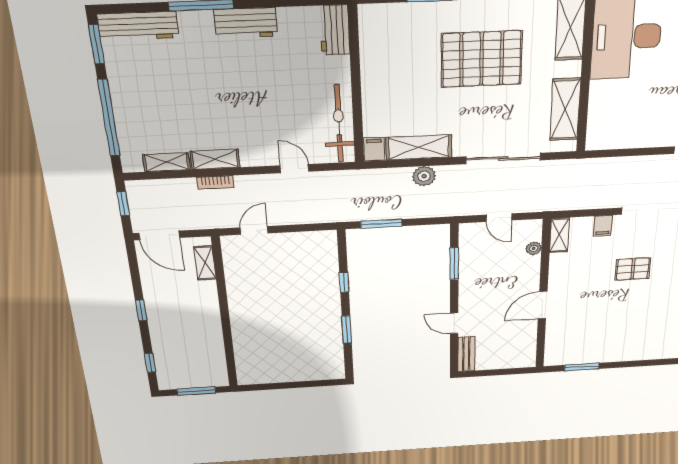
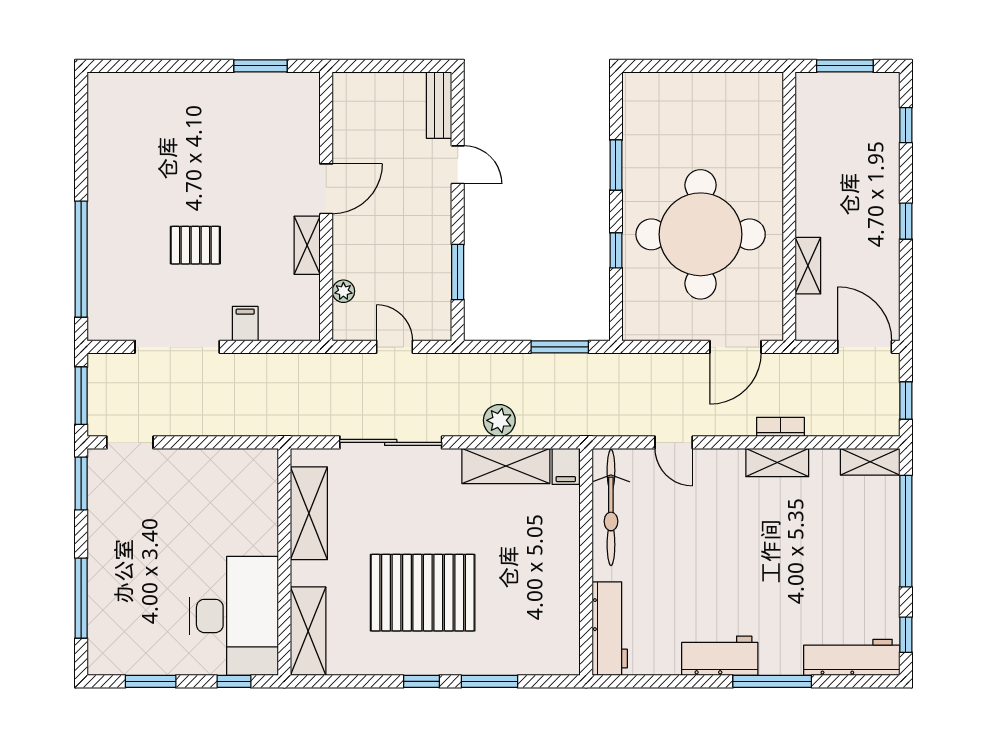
workbench: (335, 30) -> (610, 629), width x1.38
window: (96, 44) -> (906, 635), width x0.67
shelving: (167, 162) -> (870, 462), moved
door: (254, 230) -> (736, 347), width x1.38
shelving: (559, 235) -> (307, 245), moved
shelving: (205, 263) -> (808, 266), moved
round table: (285, 295) -> (701, 234), added

